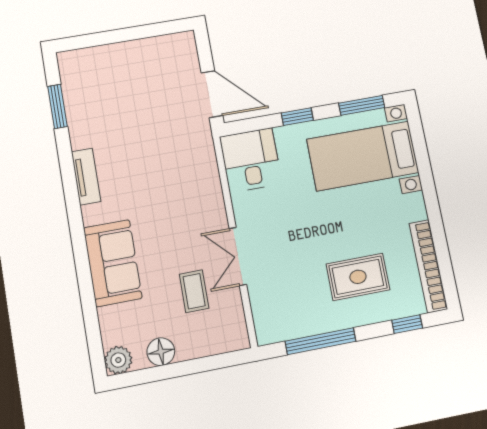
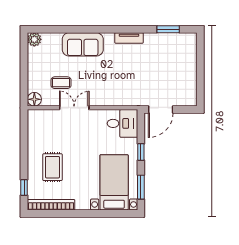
window: (320, 341) -> (24, 142), removed
floor lamp: (161, 352) -> (34, 99), moved

